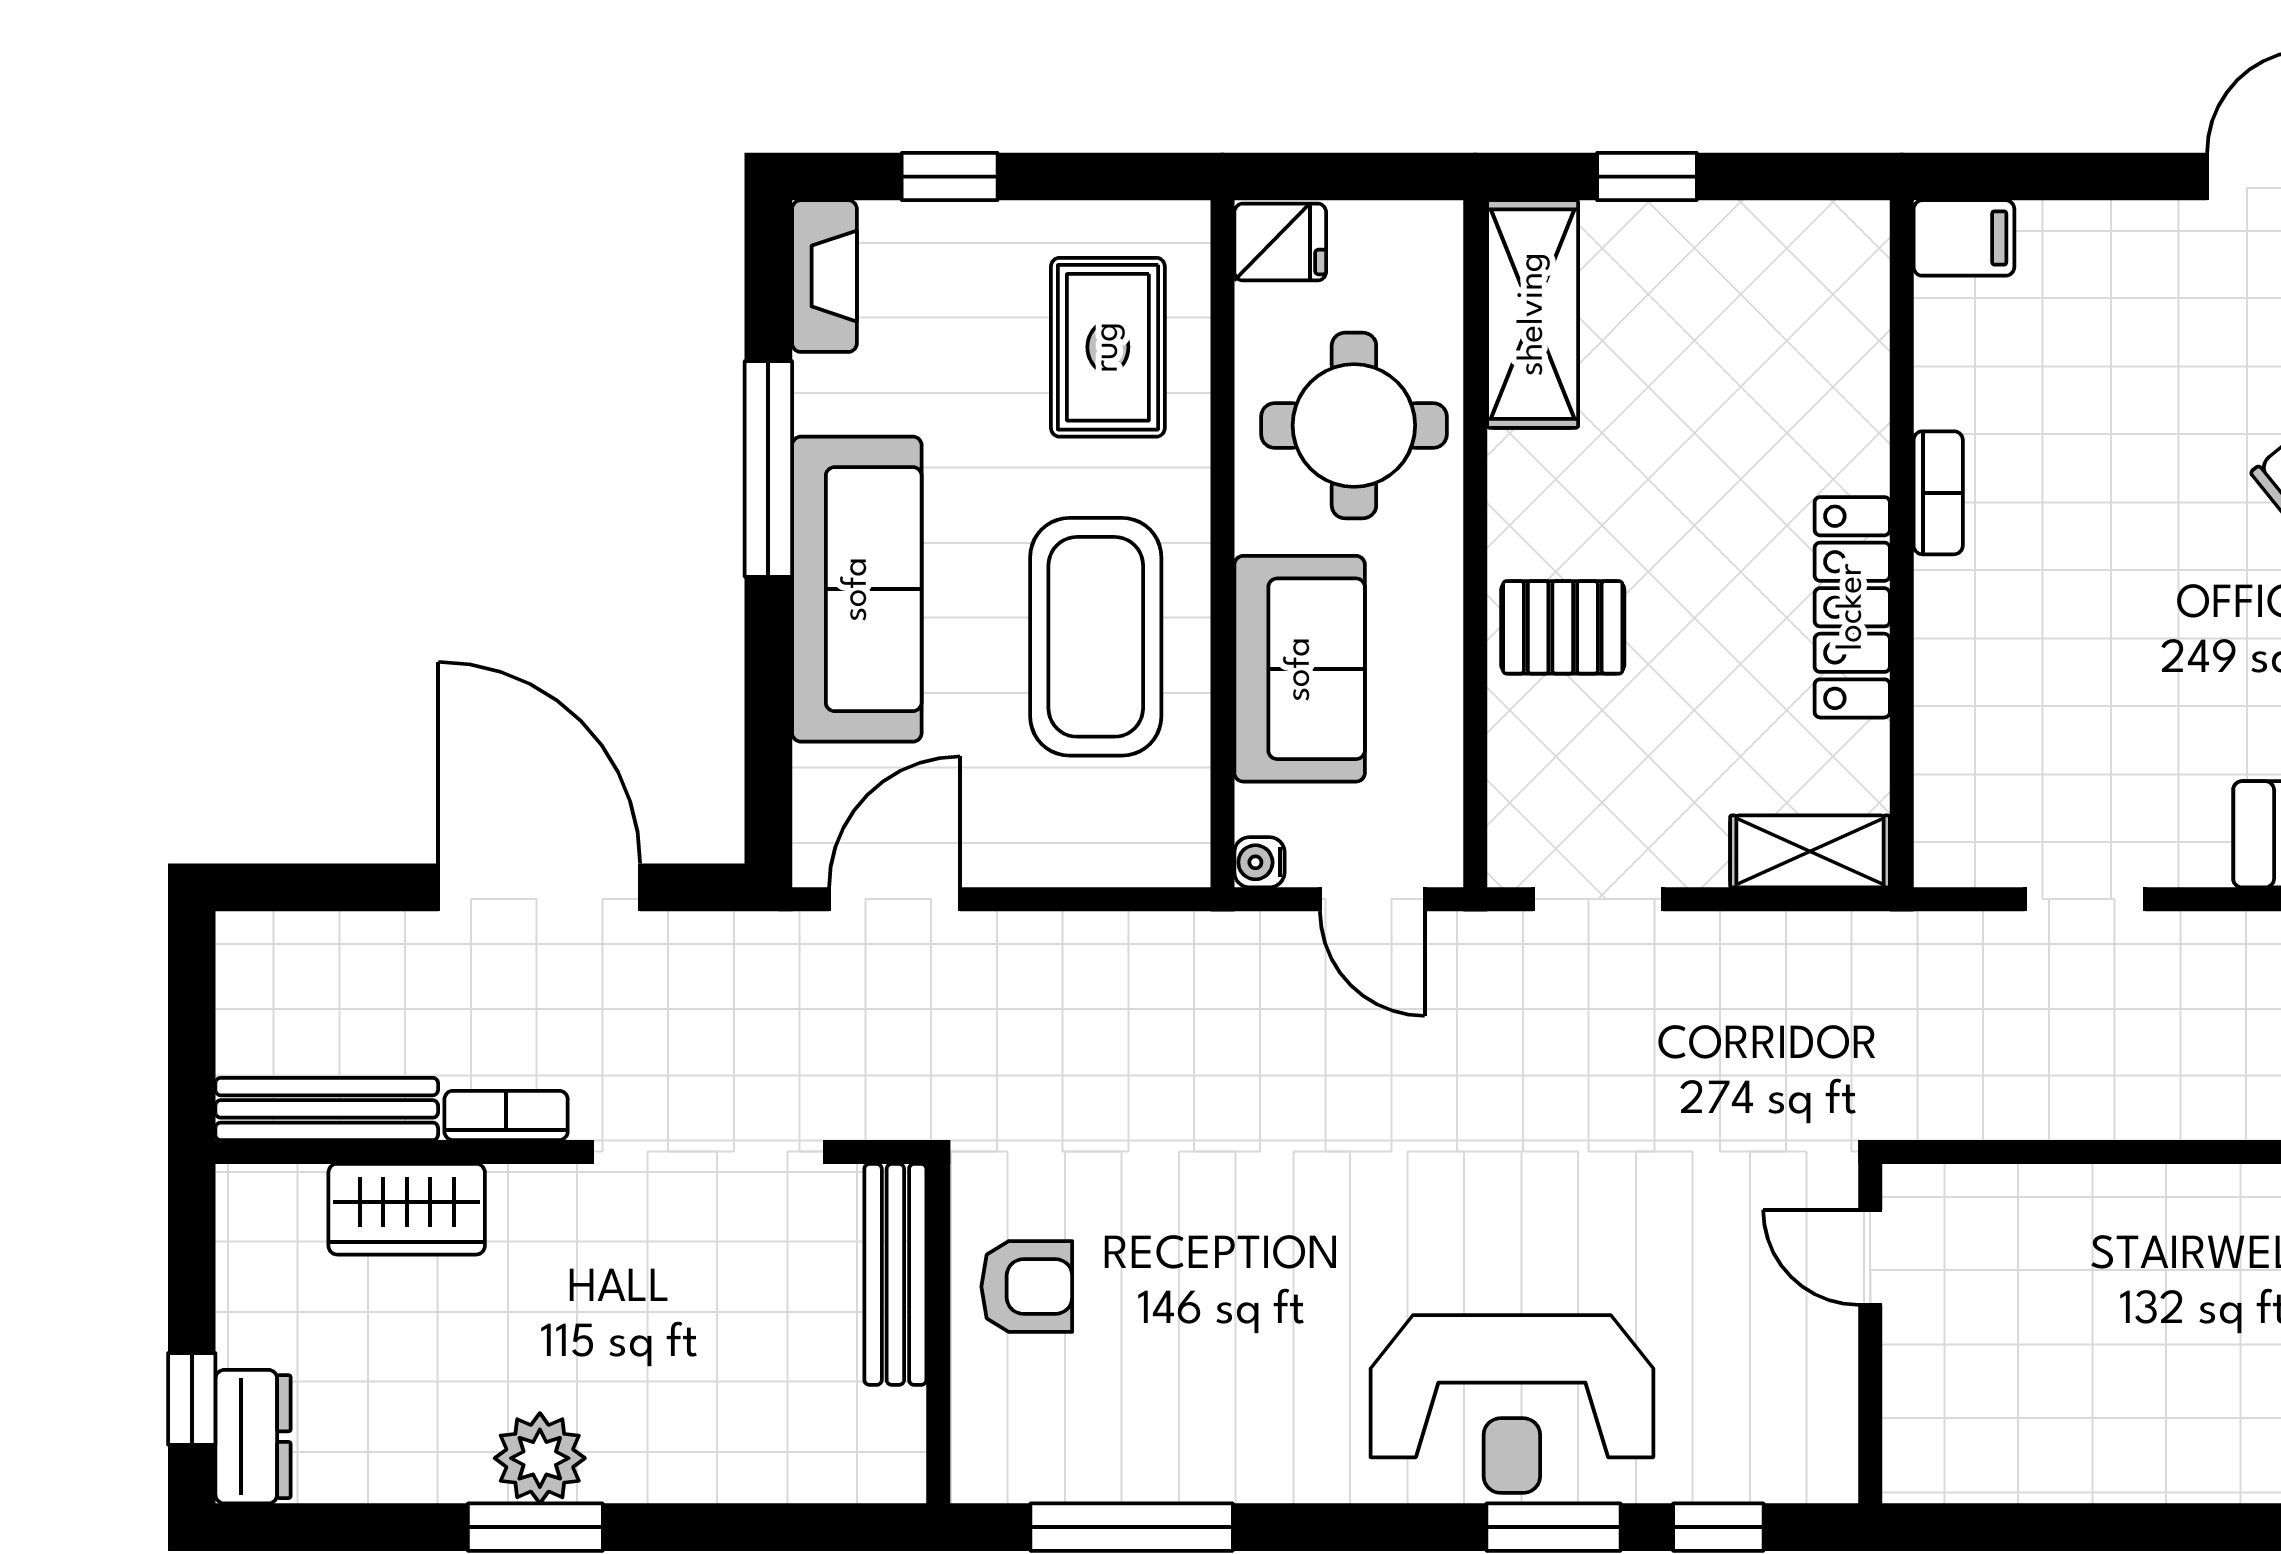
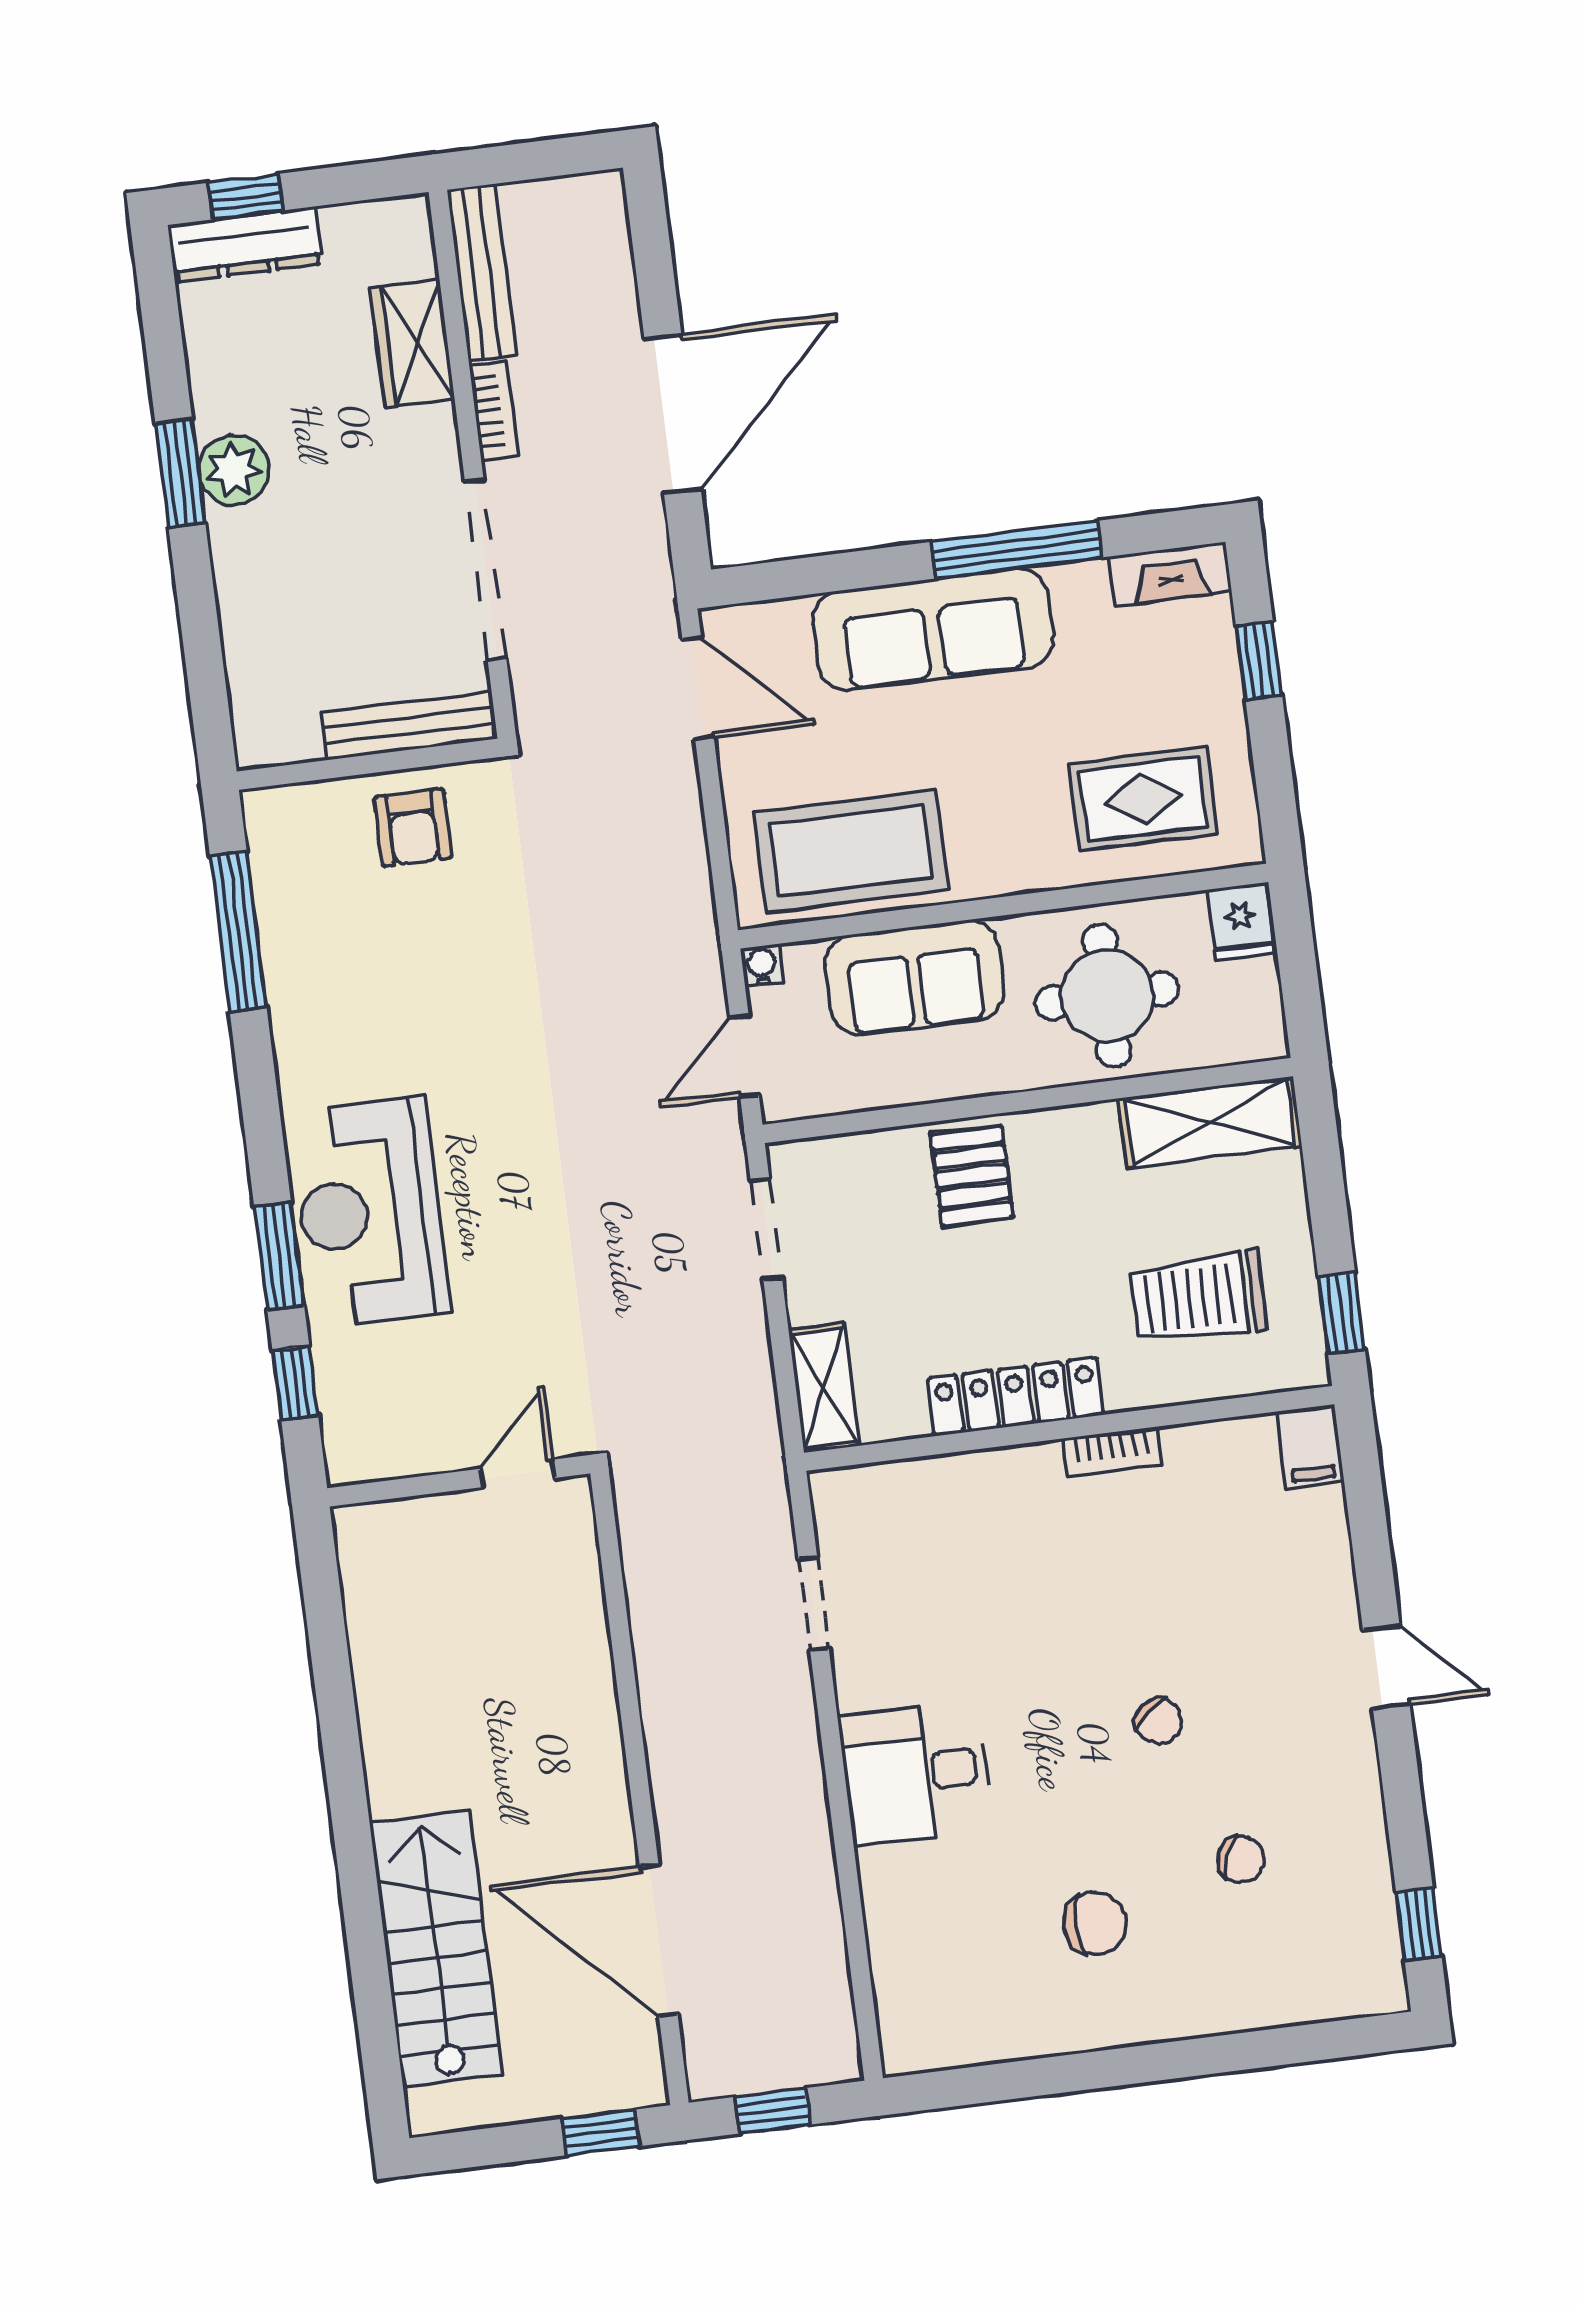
window: (1647, 177) -> (1342, 1313), moved
trolley: (1755, 357) -> (1198, 1297), added
coffee table: (1096, 637) -> (851, 851), moved
dresser: (253, 1437) -> (245, 245), width x1.44

